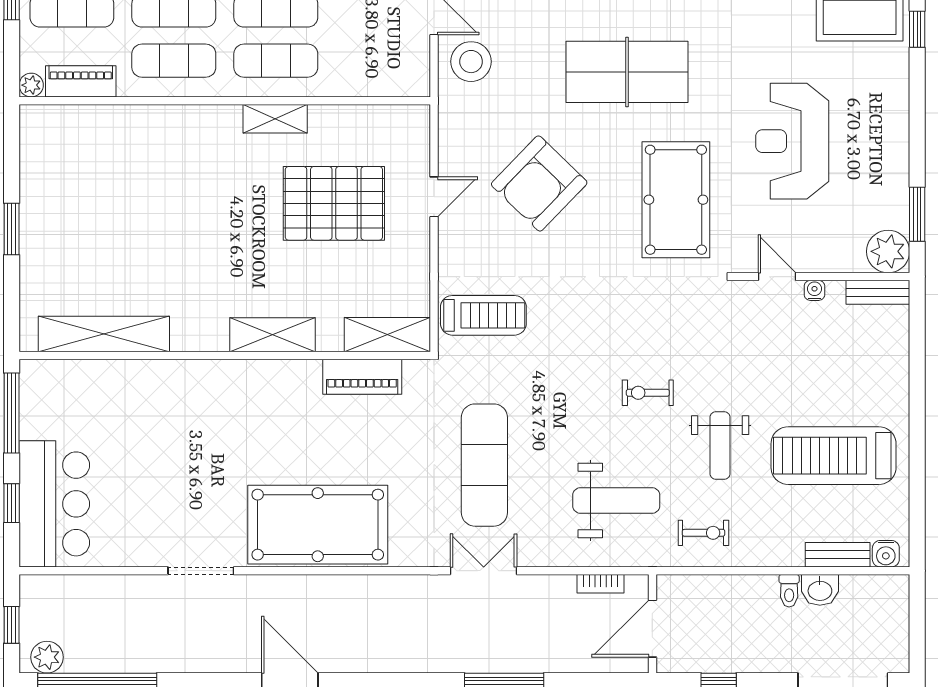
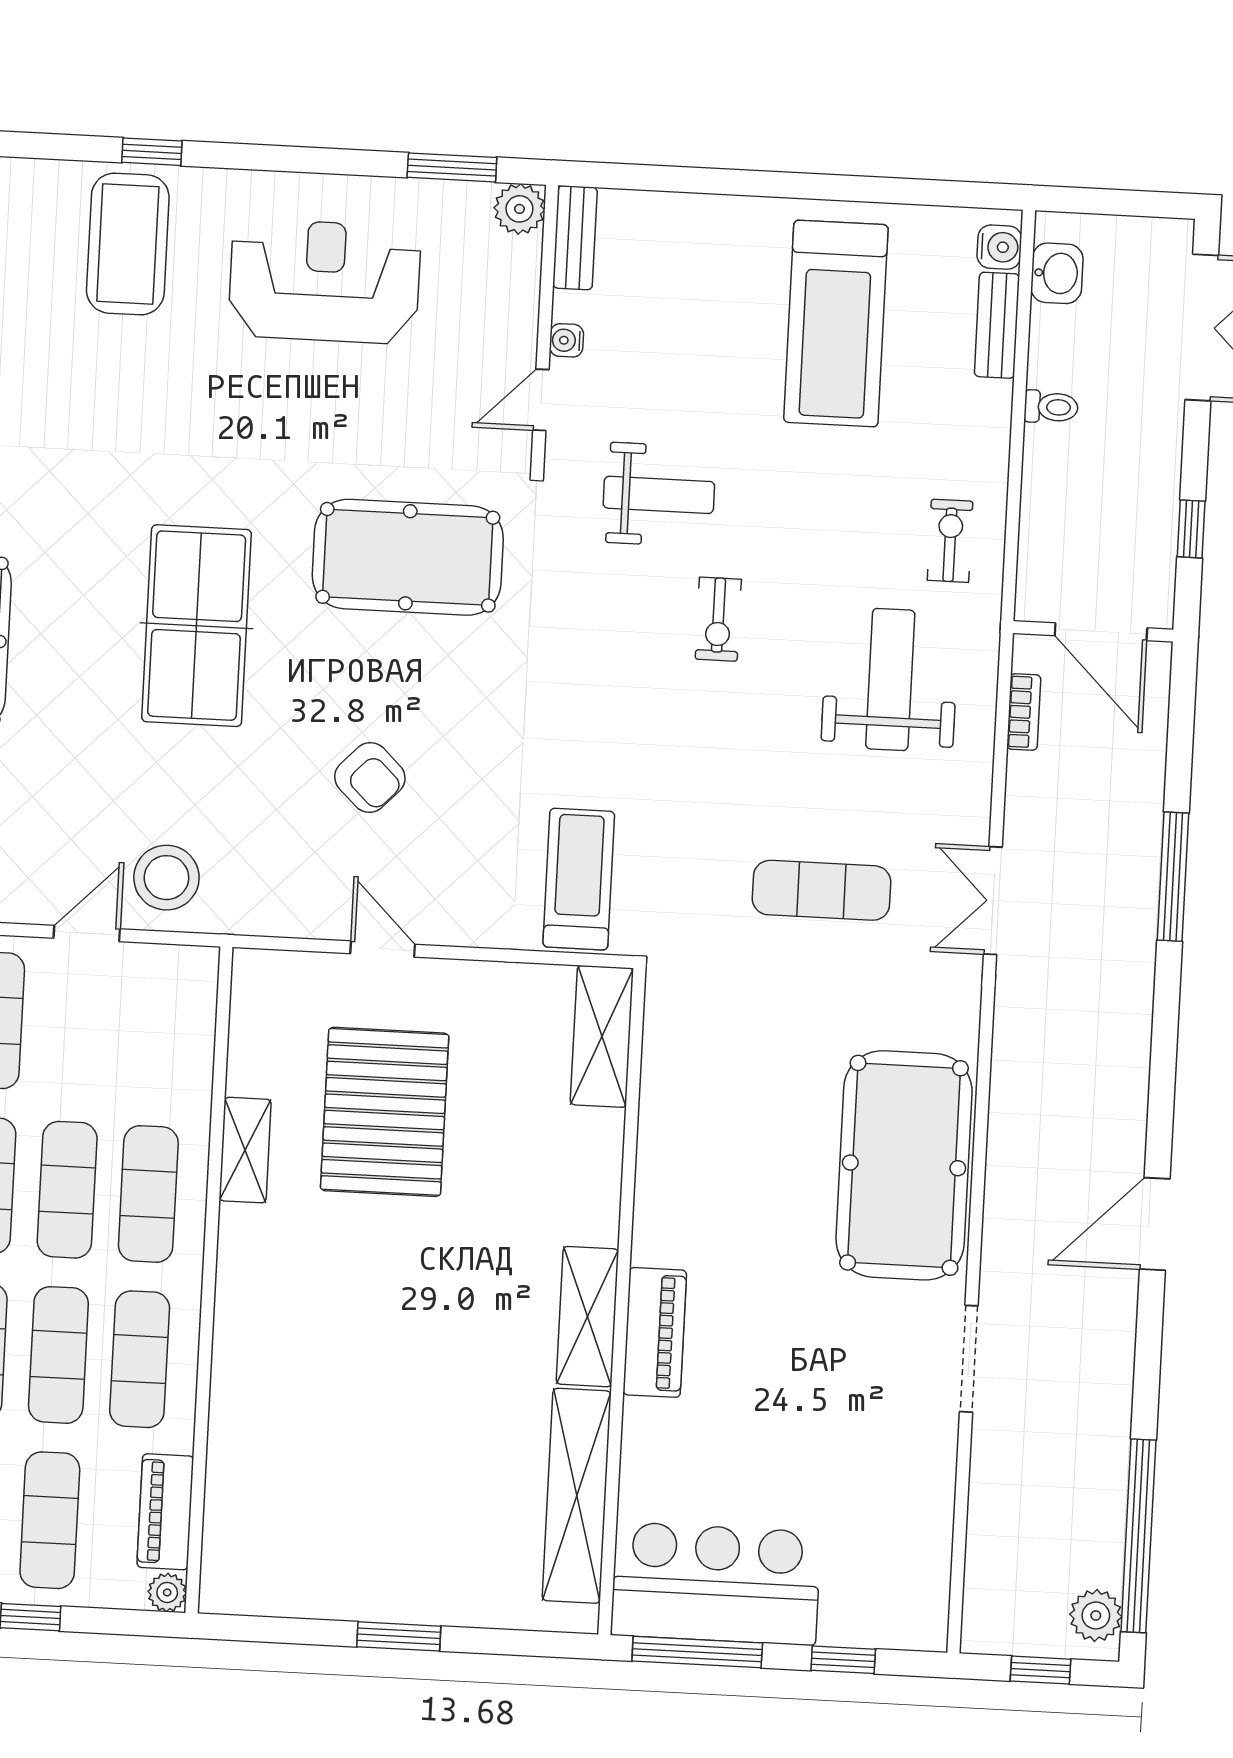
shelving: (275, 119) -> (245, 1150), moved
reception desk: (792, 141) -> (325, 281), moved, turned 180
armchair: (539, 183) -> (370, 777), width x0.53, depth x0.53
plant: (888, 251) -> (519, 209), width x0.73, depth x0.73
shelving: (272, 335) -> (587, 1317), moved
piano: (362, 377) -> (655, 1332), moved
weight bench: (720, 445) -> (659, 495), moved
exercise mat: (484, 465) -> (821, 890), width x0.73, depth x0.69
bar counter: (54, 504) -> (716, 1584), moved
washbasin: (820, 590) -> (1057, 273), moved

